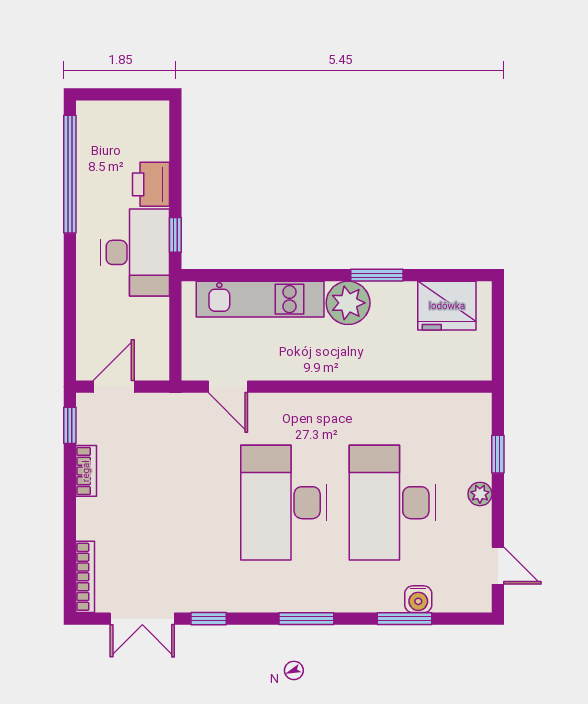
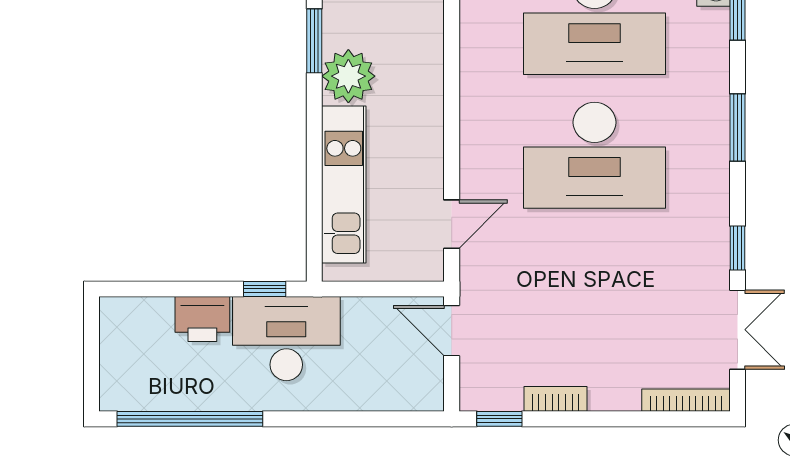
door: (114, 387) -> (452, 331), moved

